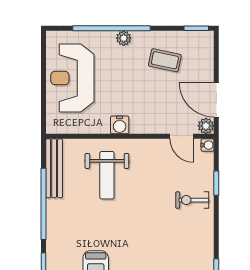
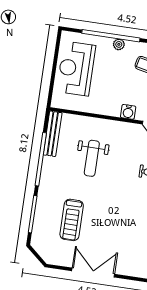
water cooler: (120, 125) -> (128, 112), moved
weight bench: (107, 175) -> (92, 158), moved

